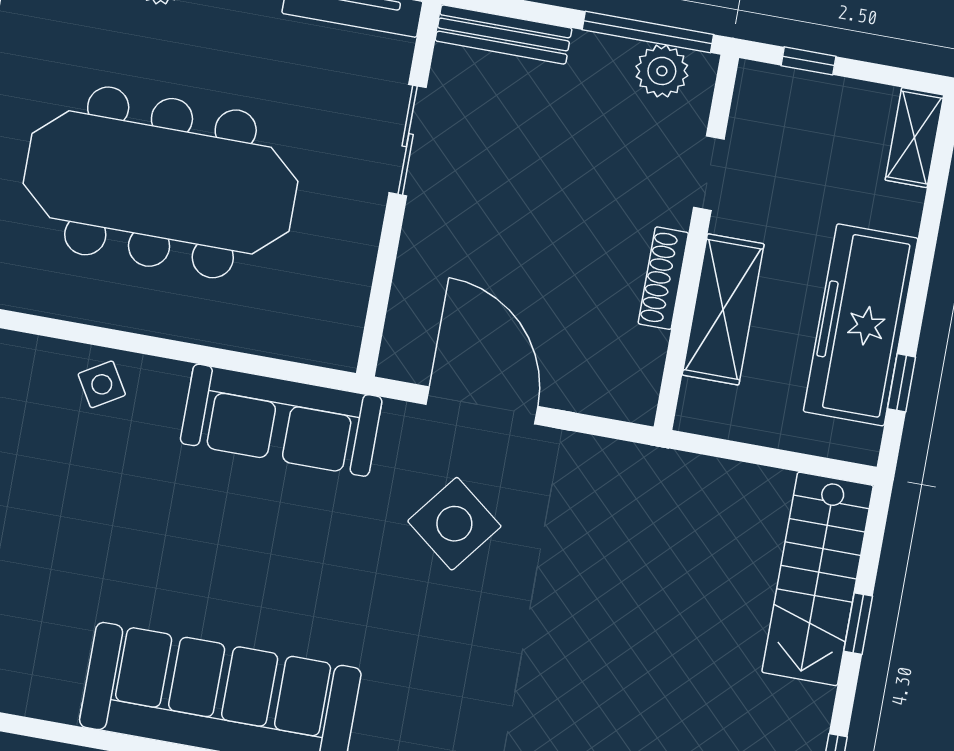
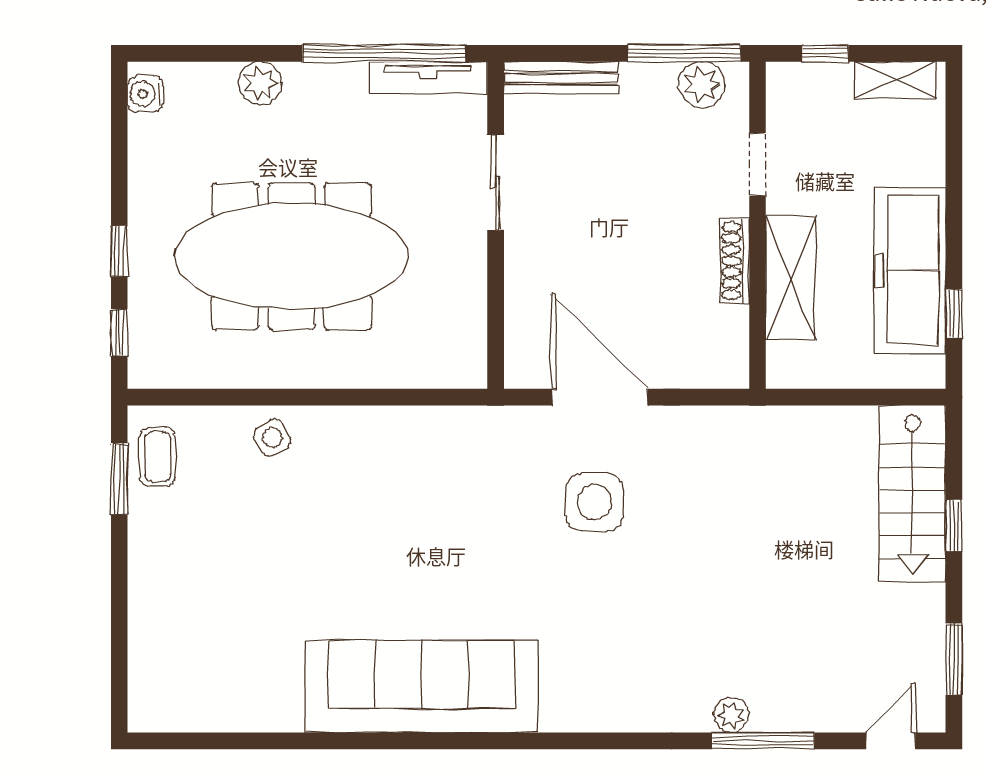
shelving: (914, 138) -> (895, 80), moved, turned 90
sofa: (281, 420) -> (431, 441), removed
side table: (454, 524) -> (594, 502), turned -38

